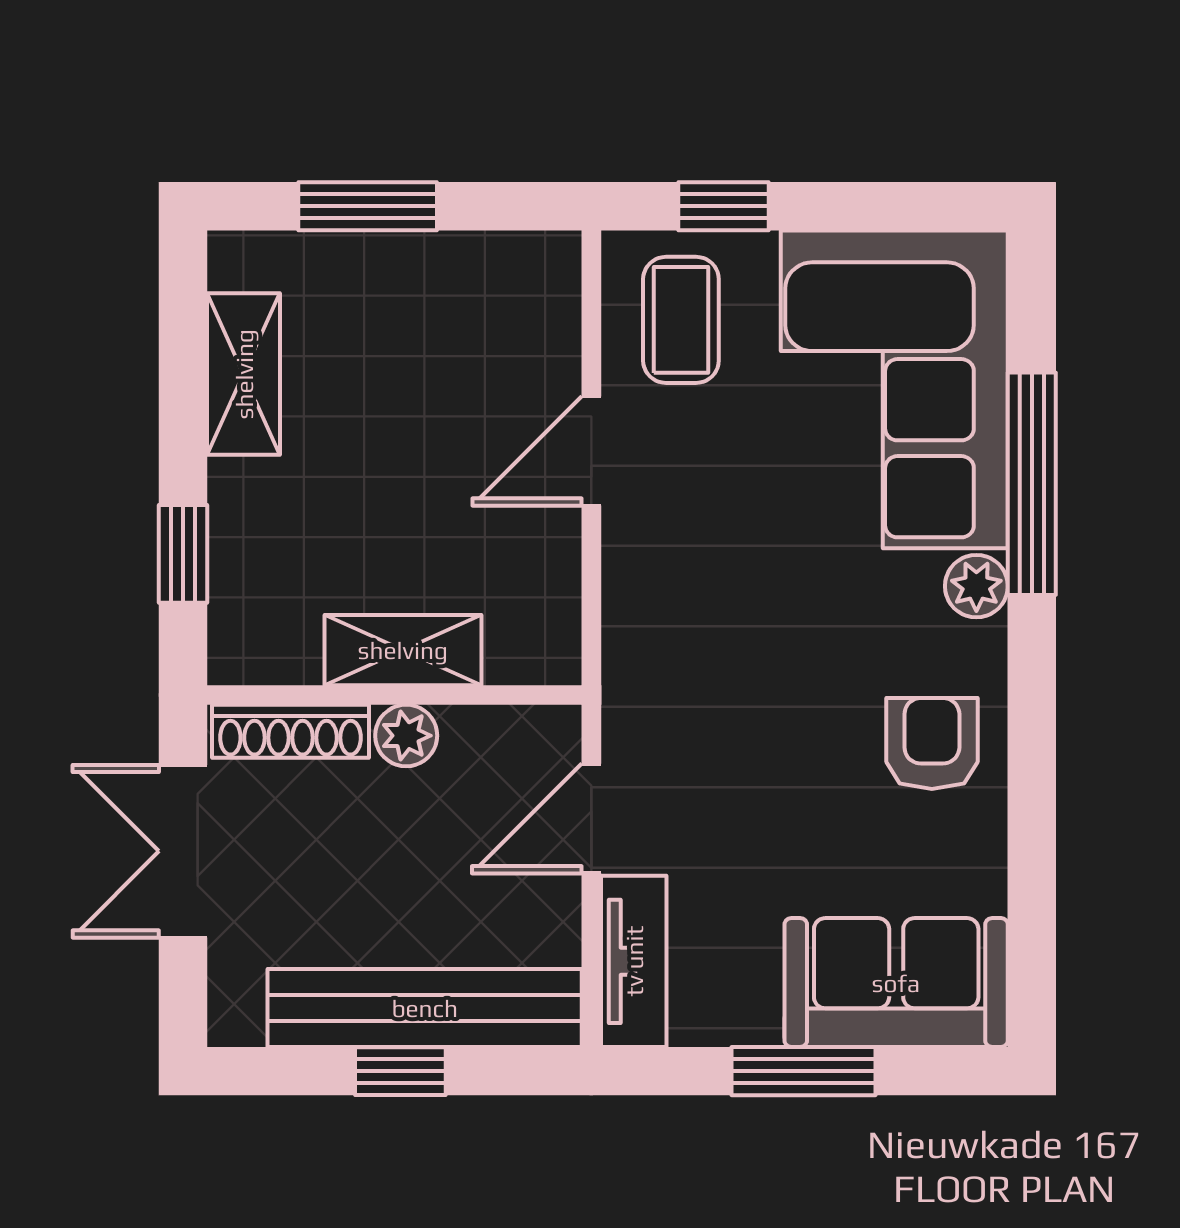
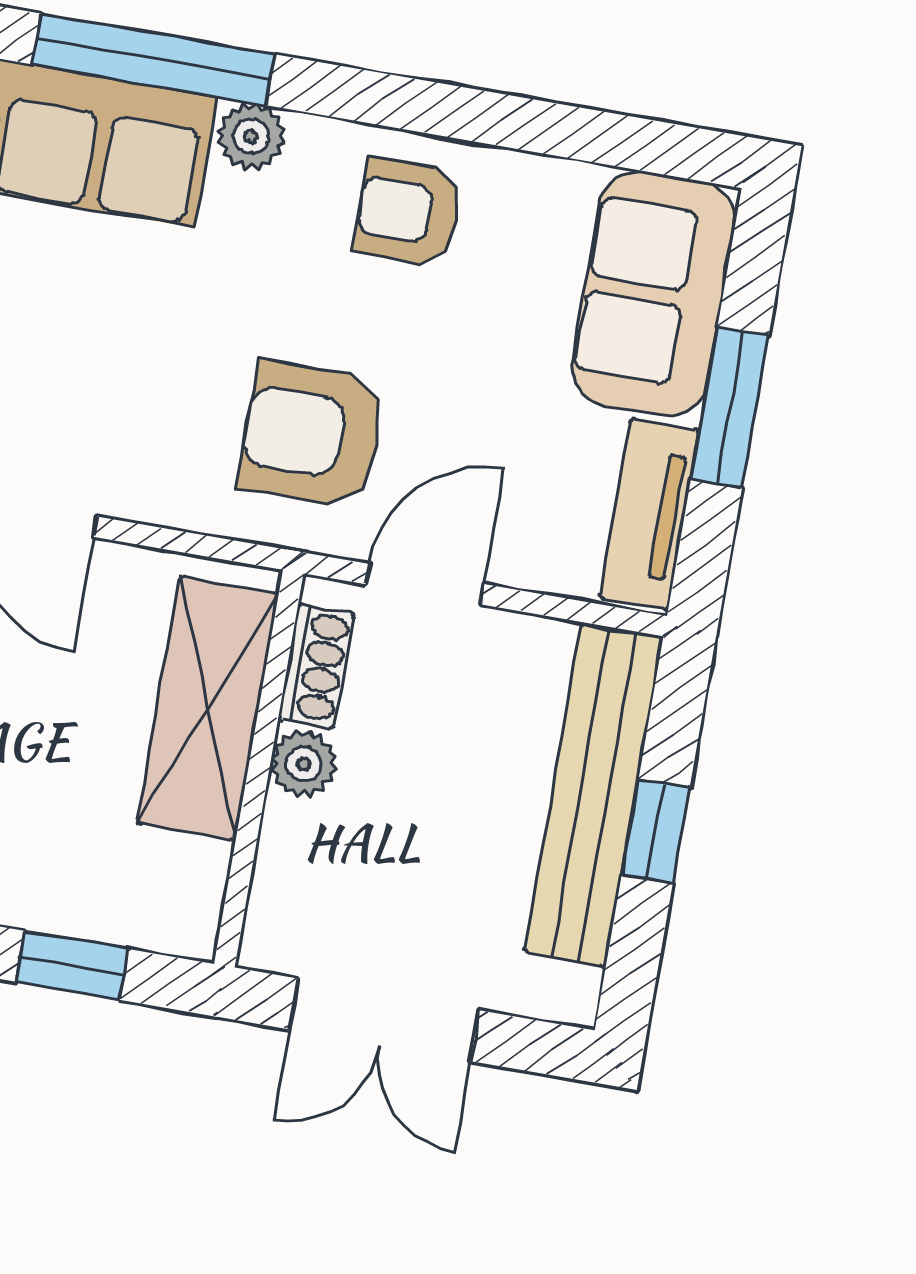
shelving: (403, 650) -> (208, 708), width x1.50, depth x1.33
armchair: (711, 691) -> (312, 434), added
shoe rack: (290, 731) -> (316, 666), moved, width x0.70
door: (591, 818) -> (425, 584), swing flipped
tv unit: (634, 961) -> (649, 514), moved, turned -90

